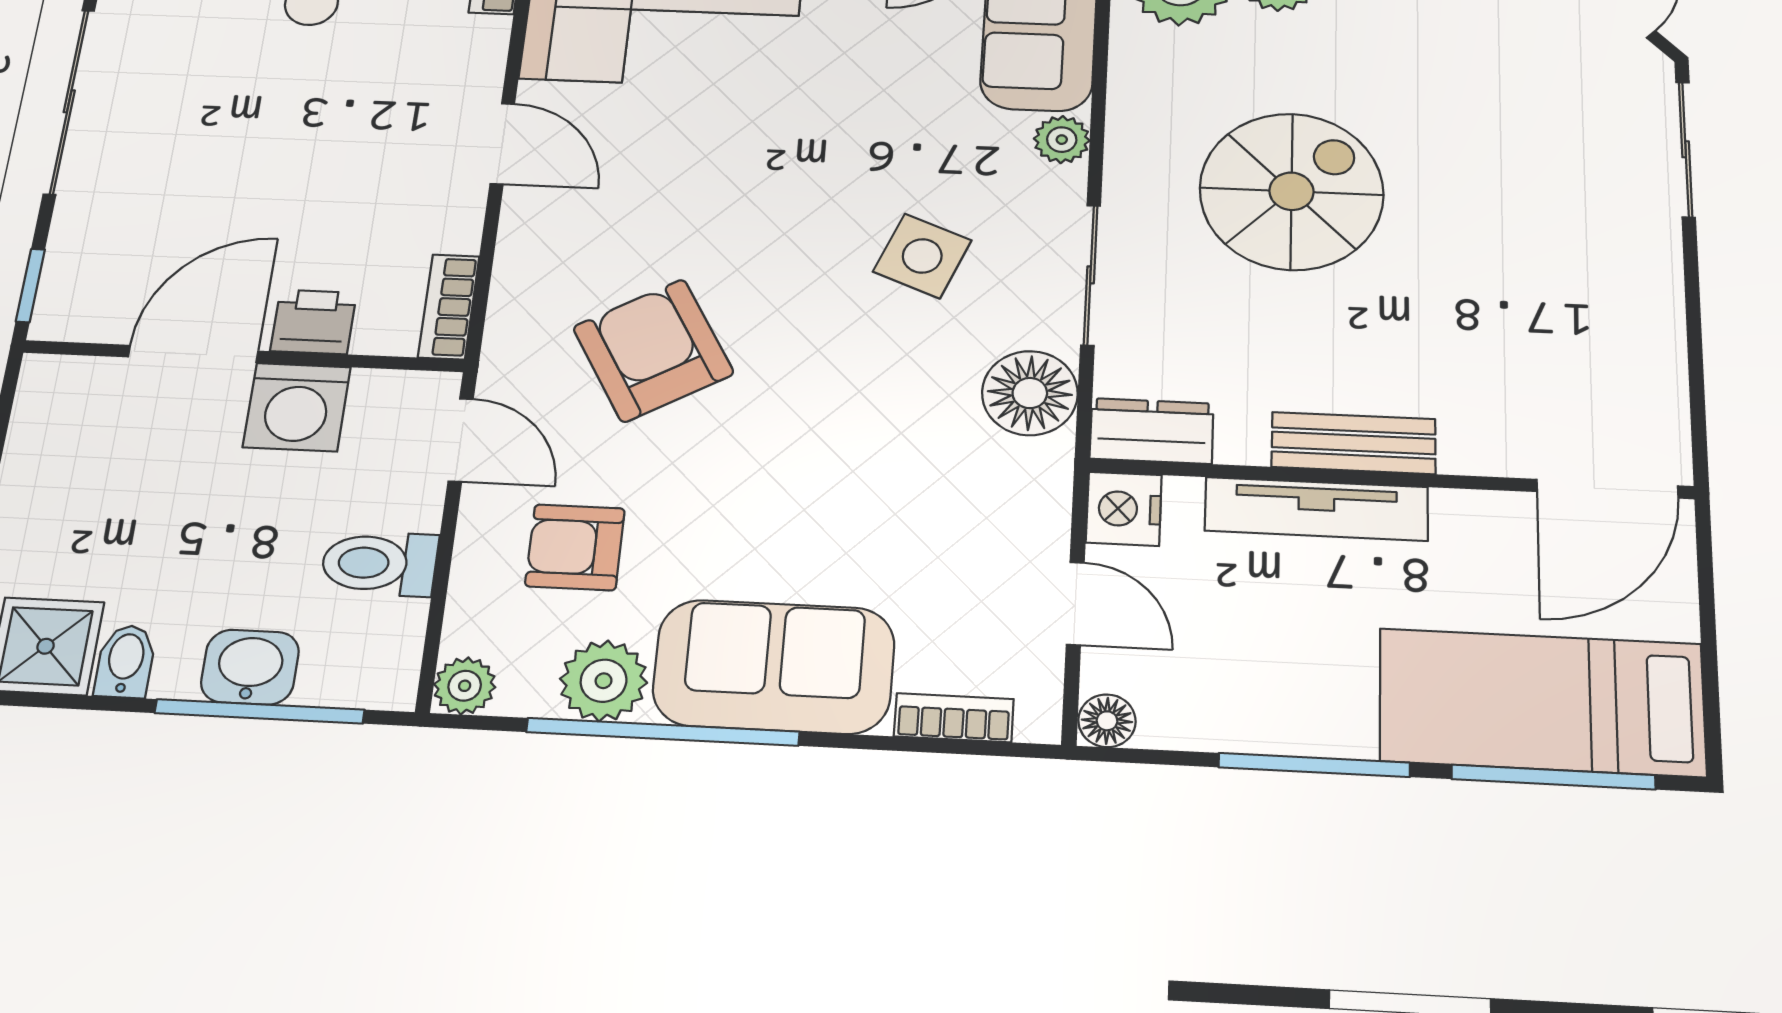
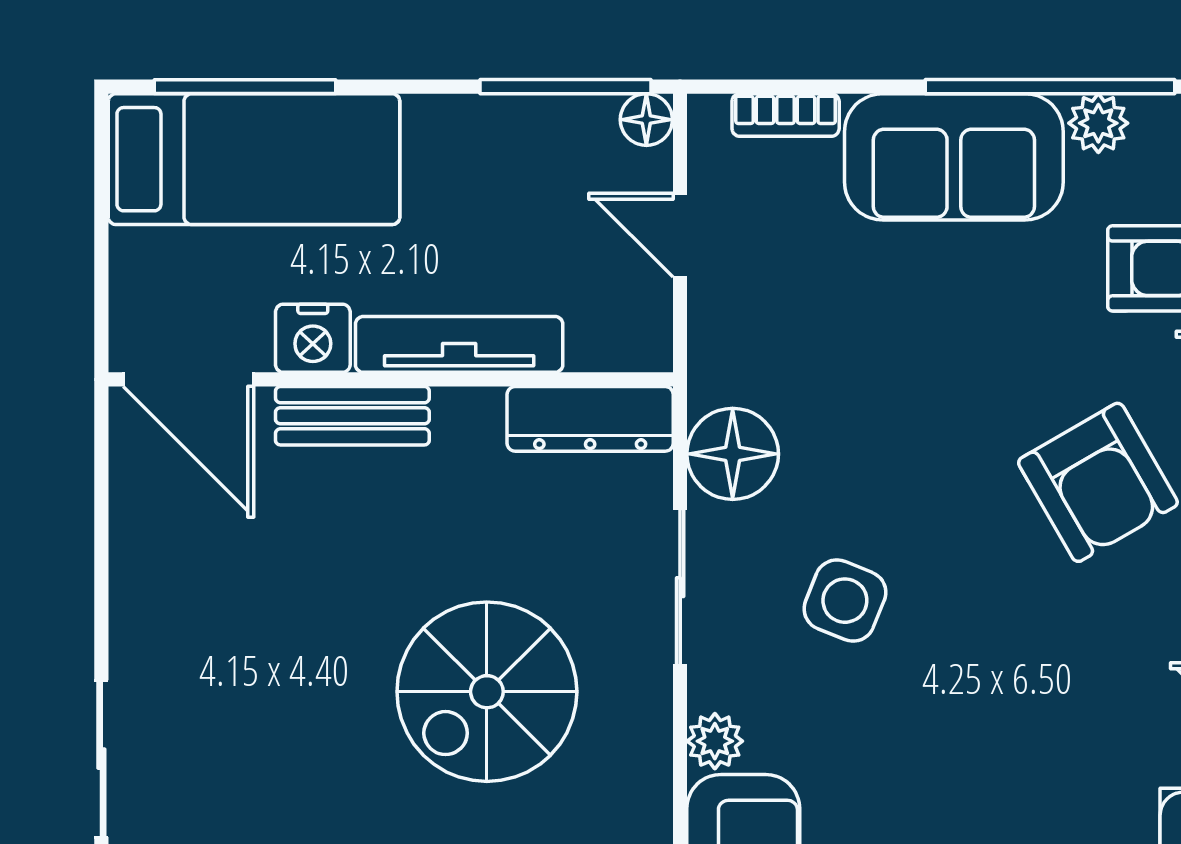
dresser: (1152, 431) -> (590, 419), width x1.44
bench: (1354, 443) -> (352, 416), moved
door: (1607, 489) -> (189, 379), swing flipped
nightstand: (1124, 509) -> (313, 338), moved, turned 90
plant: (604, 681) -> (1098, 123), width x0.73, depth x0.73
window: (1314, 765) -> (566, 87), moved

